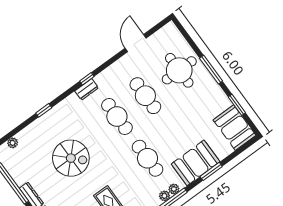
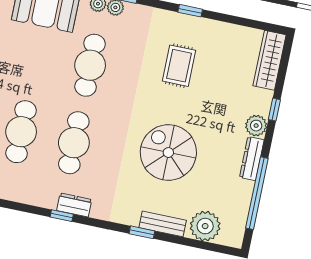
bench: (39, 124) -> (163, 224), added
plant: (13, 143) -> (205, 226), width x1.87, depth x1.87

